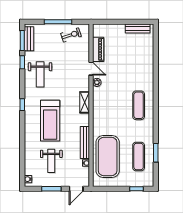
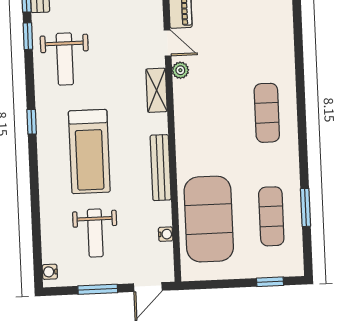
shelving: (85, 102) -> (157, 90), moved
bench: (85, 143) -> (161, 168), moved

